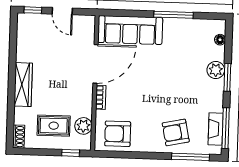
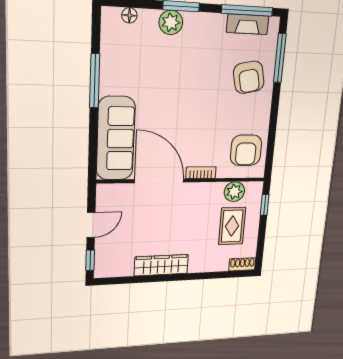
wardrobe: (23, 85) -> (161, 265), moved

